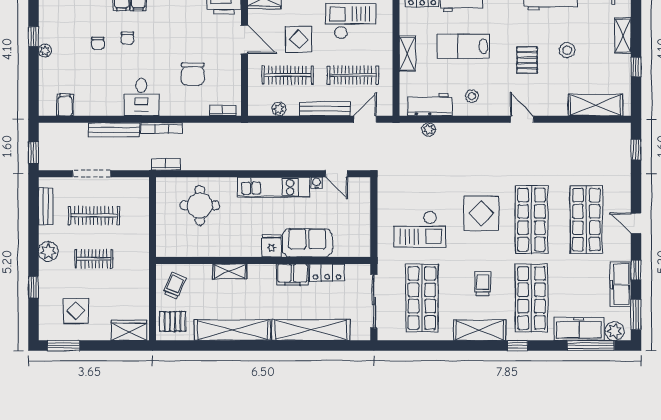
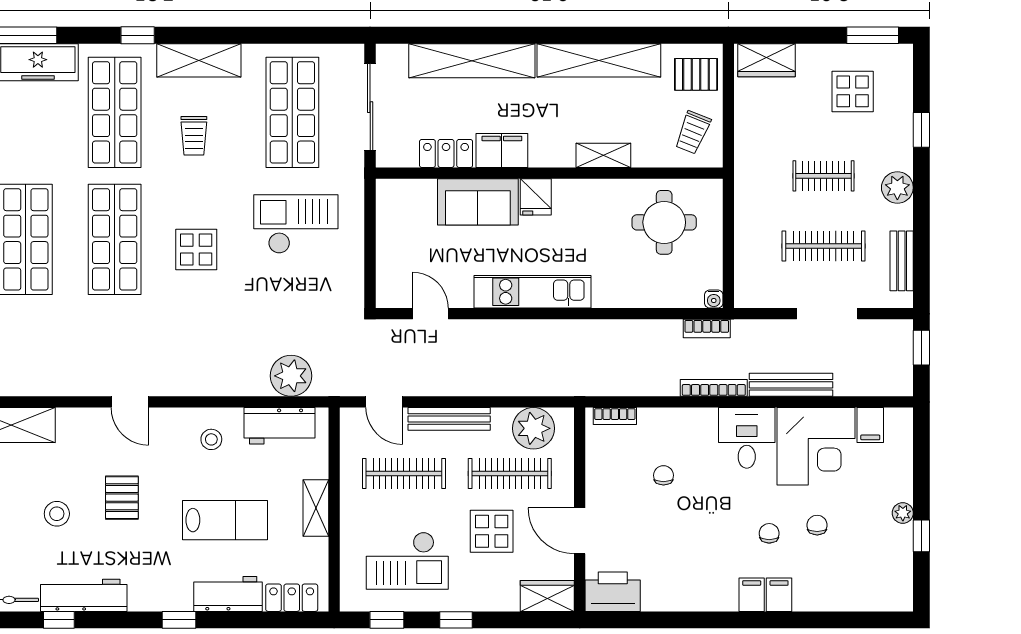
chair: (193, 74) -> (663, 475), width x0.54, depth x0.54
corner desk: (99, 92) -> (816, 446), added
plant: (279, 109) -> (533, 428), width x1.88, depth x1.88
door: (365, 119) -> (384, 402), hinge flipped
plant: (429, 129) -> (291, 376), width x1.88, depth x1.88
water cooler: (317, 183) -> (714, 299), moved
round table: (200, 205) -> (664, 222), moved
display table: (481, 213) -> (196, 250), width x0.73, depth x0.73

